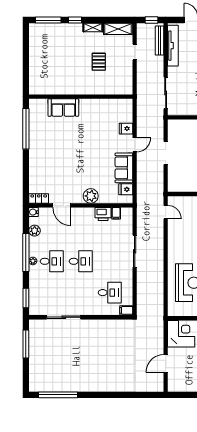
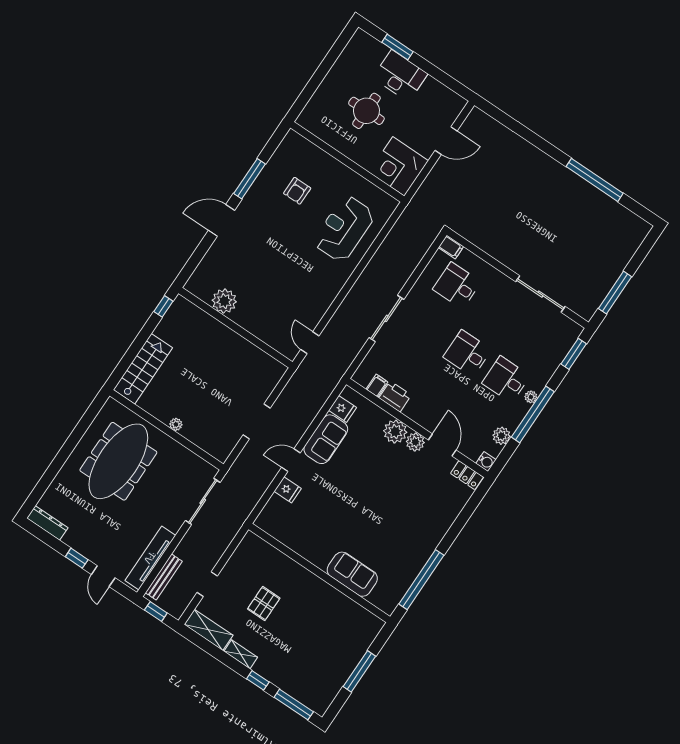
window: (26, 60) -> (359, 671), added
plant: (77, 198) -> (415, 442), added
window: (58, 395) -> (595, 180), moved

